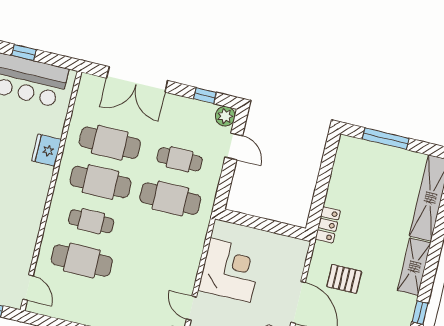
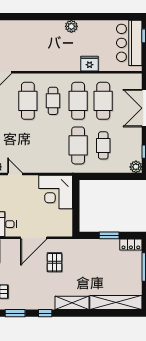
door: (234, 146) -> (119, 176), removed
window: (323, 184) -> (109, 235), added
locker: (328, 225) -> (131, 245), moved
corner desk: (230, 270) -> (56, 192), moved, turned 90
door: (192, 308) -> (15, 174), hinge flipped

